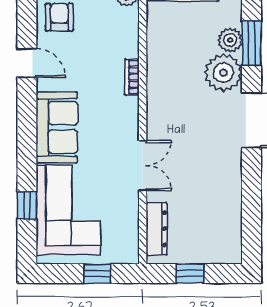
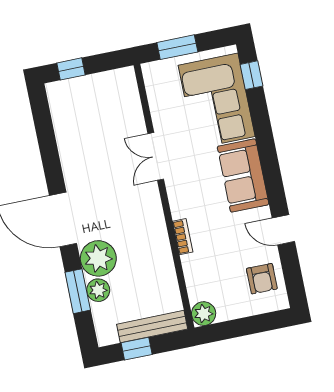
window: (27, 205) -> (252, 75), moved
dresser: (157, 229) -> (131, 100), removed
window: (97, 274) -> (177, 47), width x1.50
window: (190, 274) -> (71, 69), moved

